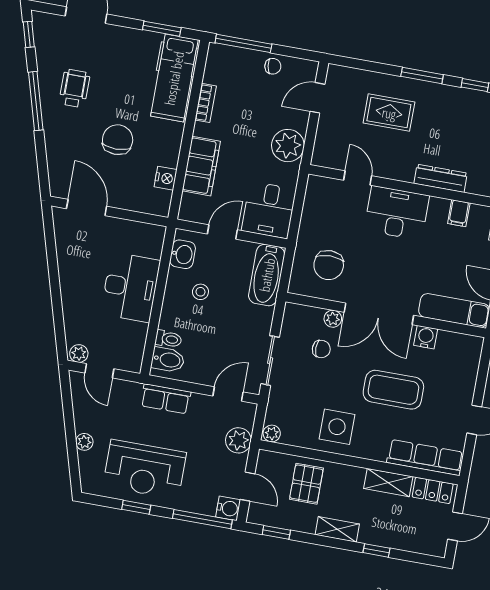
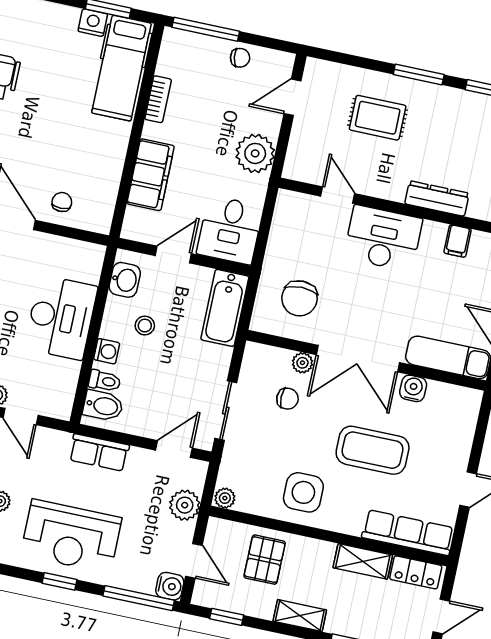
chair: (118, 140) -> (62, 202), moved, width x0.54, depth x0.54
nightstand: (166, 178) -> (93, 23), moved, turned -90
washing machine: (169, 314) -> (107, 351), added

